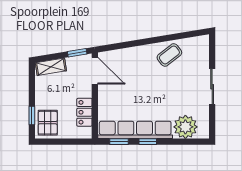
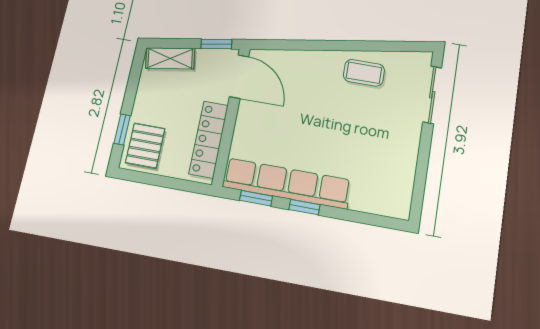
coffee table: (169, 55) -> (364, 73), turned 38
sliding door: (212, 87) -> (432, 95), moved
locker: (84, 112) -> (209, 139), width x1.53
plant: (185, 127) -> (372, 194), removed

